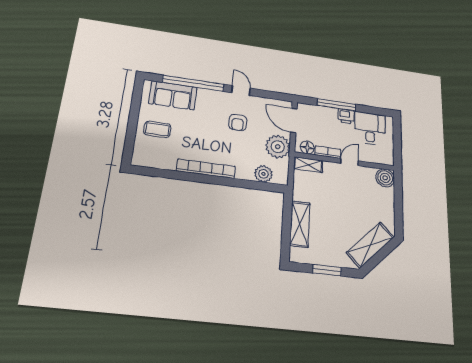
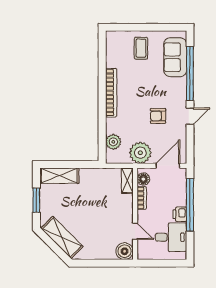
window: (336, 105) -> (190, 205), width x1.46
door: (350, 162) -> (135, 231), moved
shelving: (300, 224) -> (59, 176), moved

